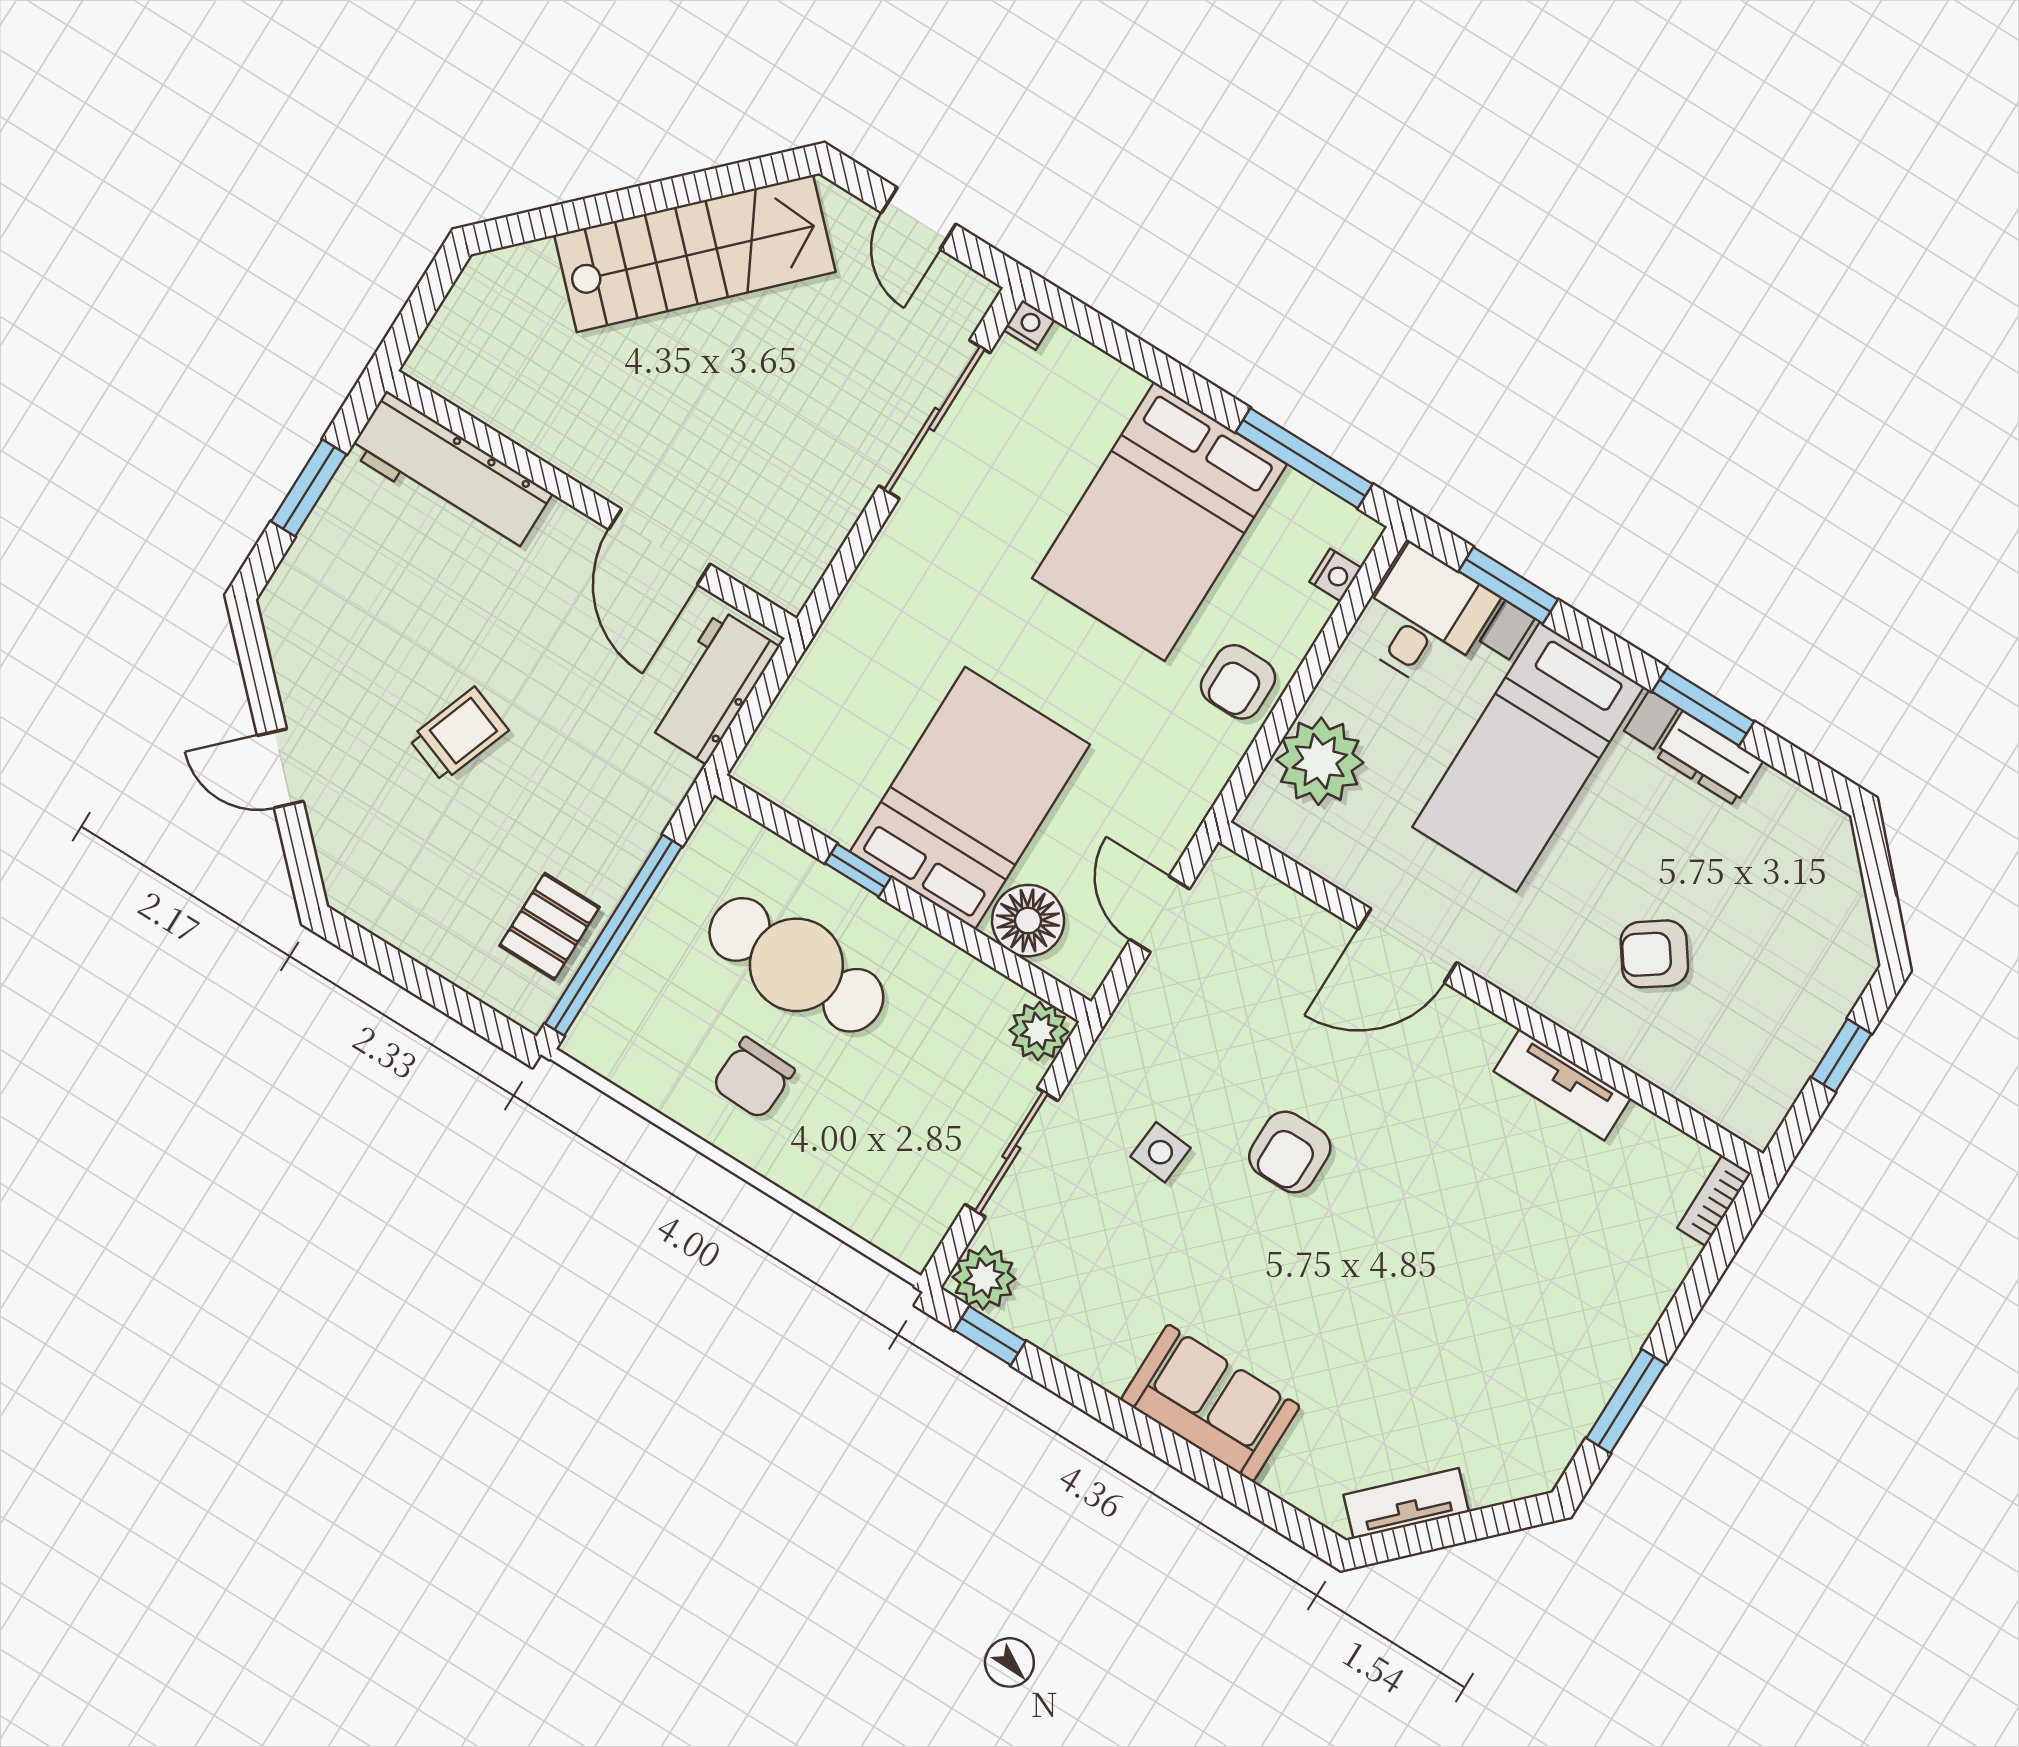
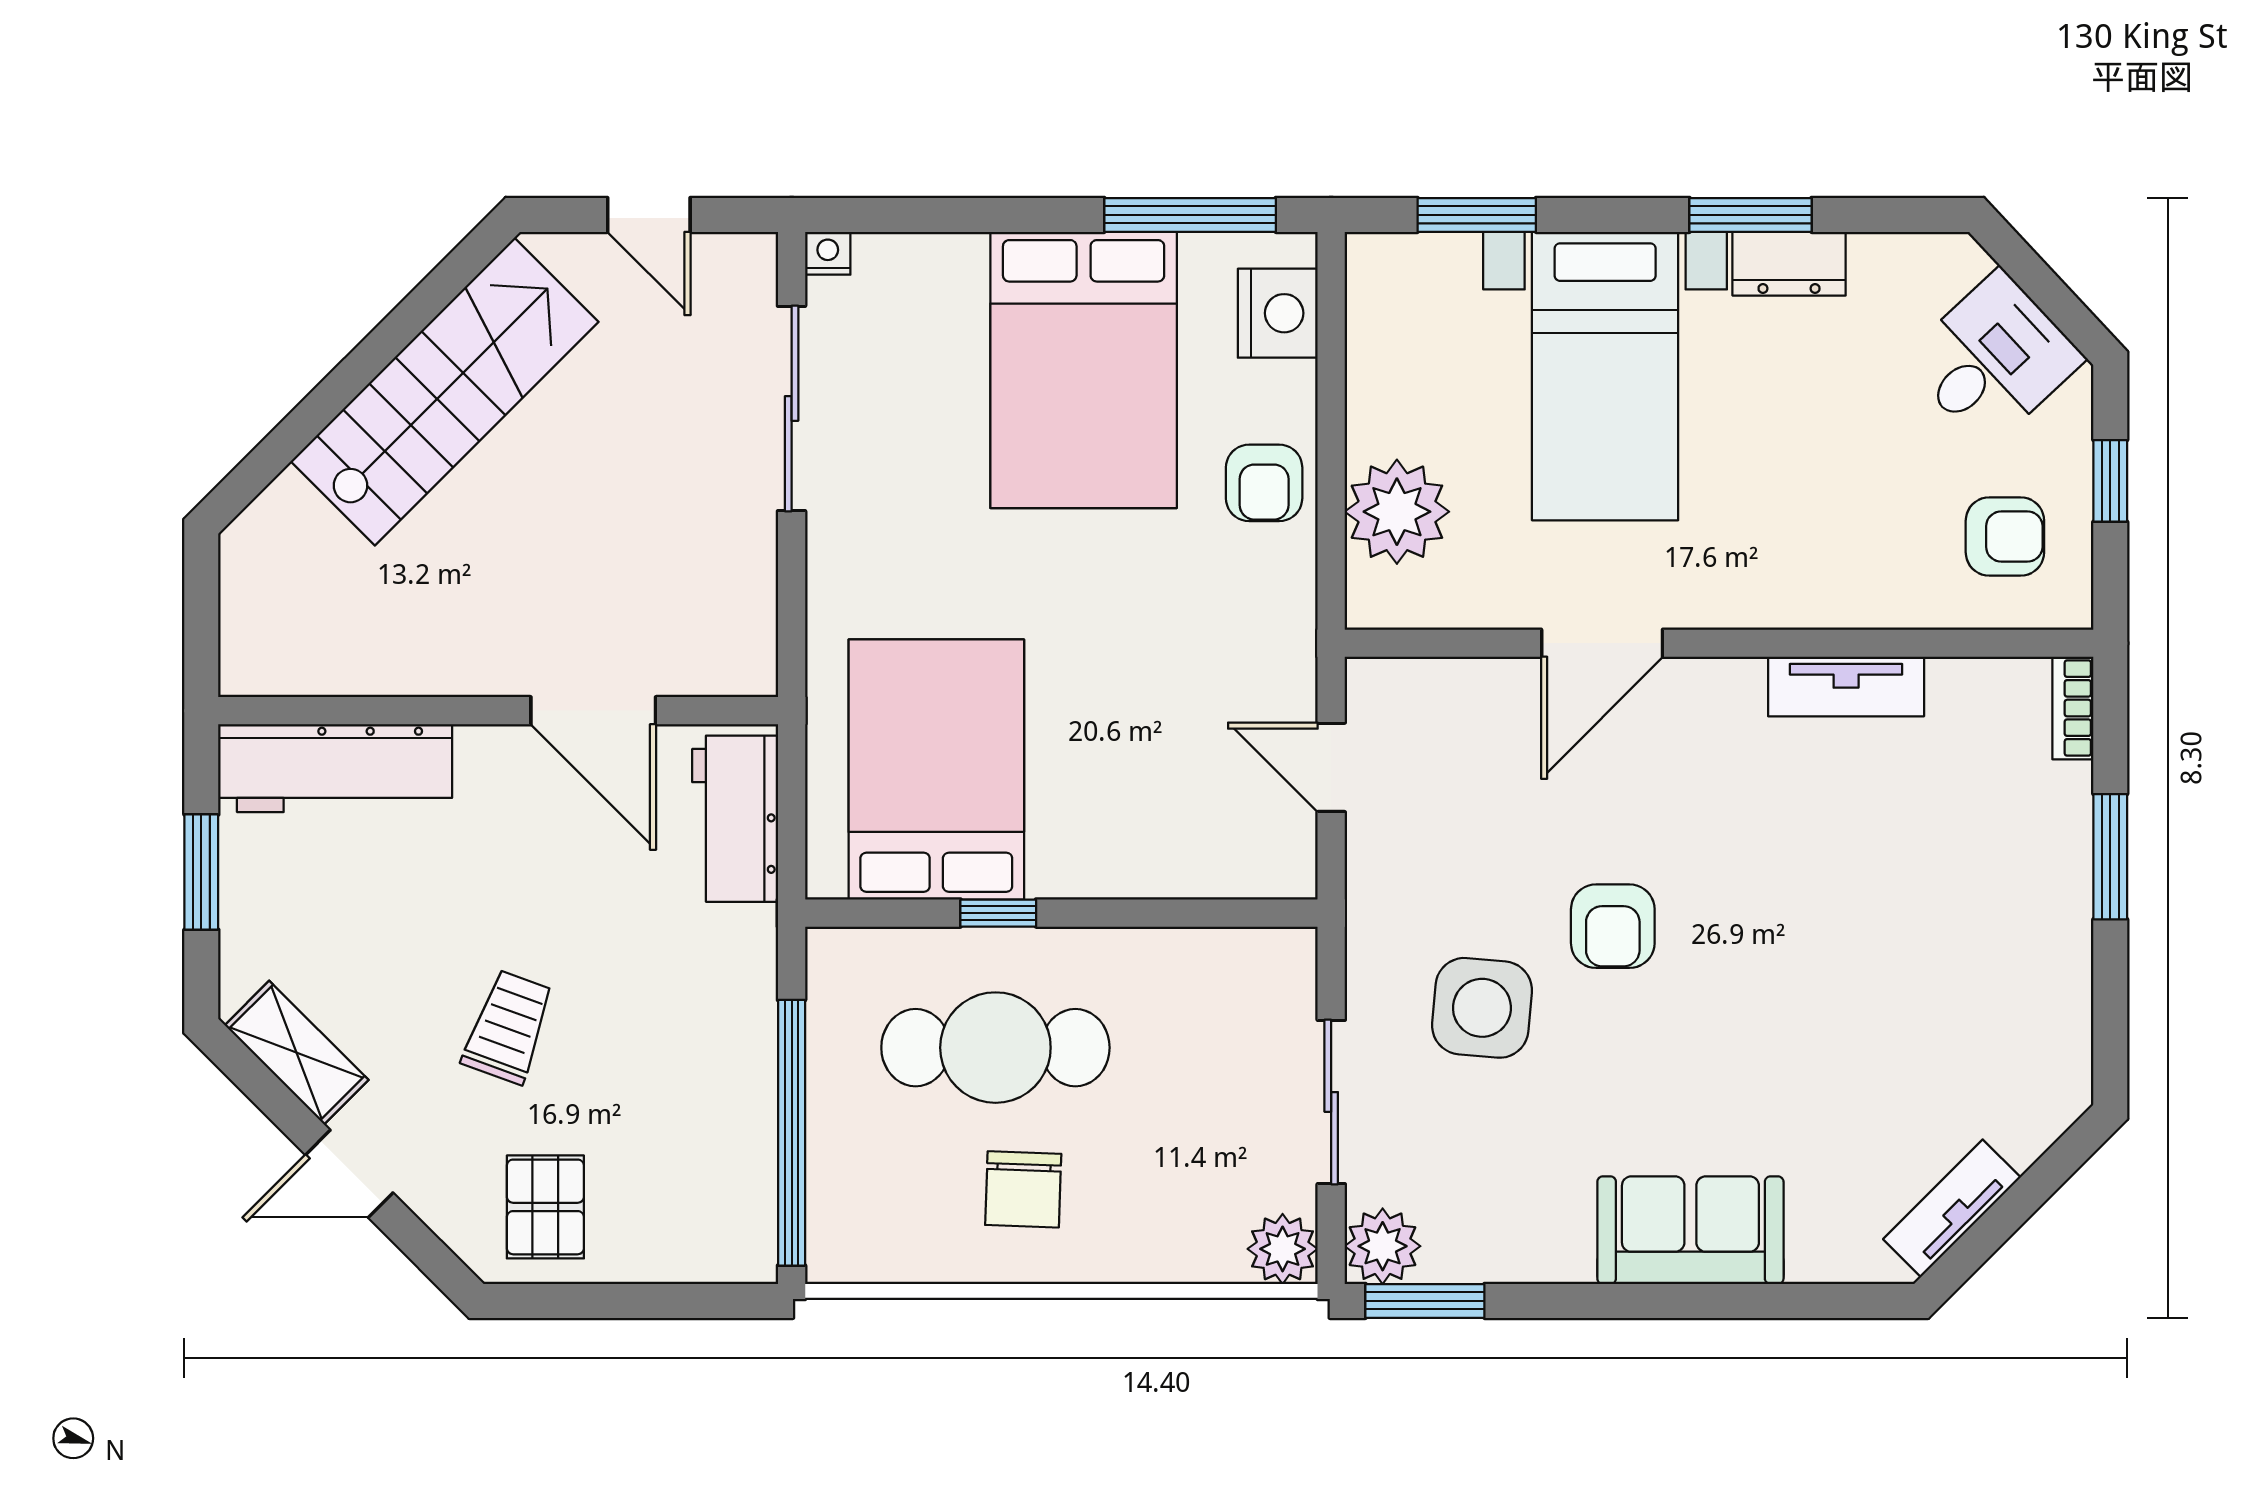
nightstand: (1335, 575) -> (1278, 313), width x1.89, depth x1.79
desk: (1425, 619) -> (1993, 359), moved, turned 47
shelving: (297, 659) -> (297, 1053), added
bed: (970, 798) -> (936, 769), moved
floor lamp: (1028, 921) -> (1202, 857), removed
pallet: (549, 926) -> (545, 1207), moved
armchair: (1654, 954) -> (2005, 537), moved, turned -145
plant: (1039, 1031) -> (1283, 1249), moved
side table: (1160, 1152) -> (1482, 1008), width x1.87, depth x1.87
window: (990, 1336) -> (1425, 1301), width x1.50
window: (1626, 1401) -> (2110, 857), moved

